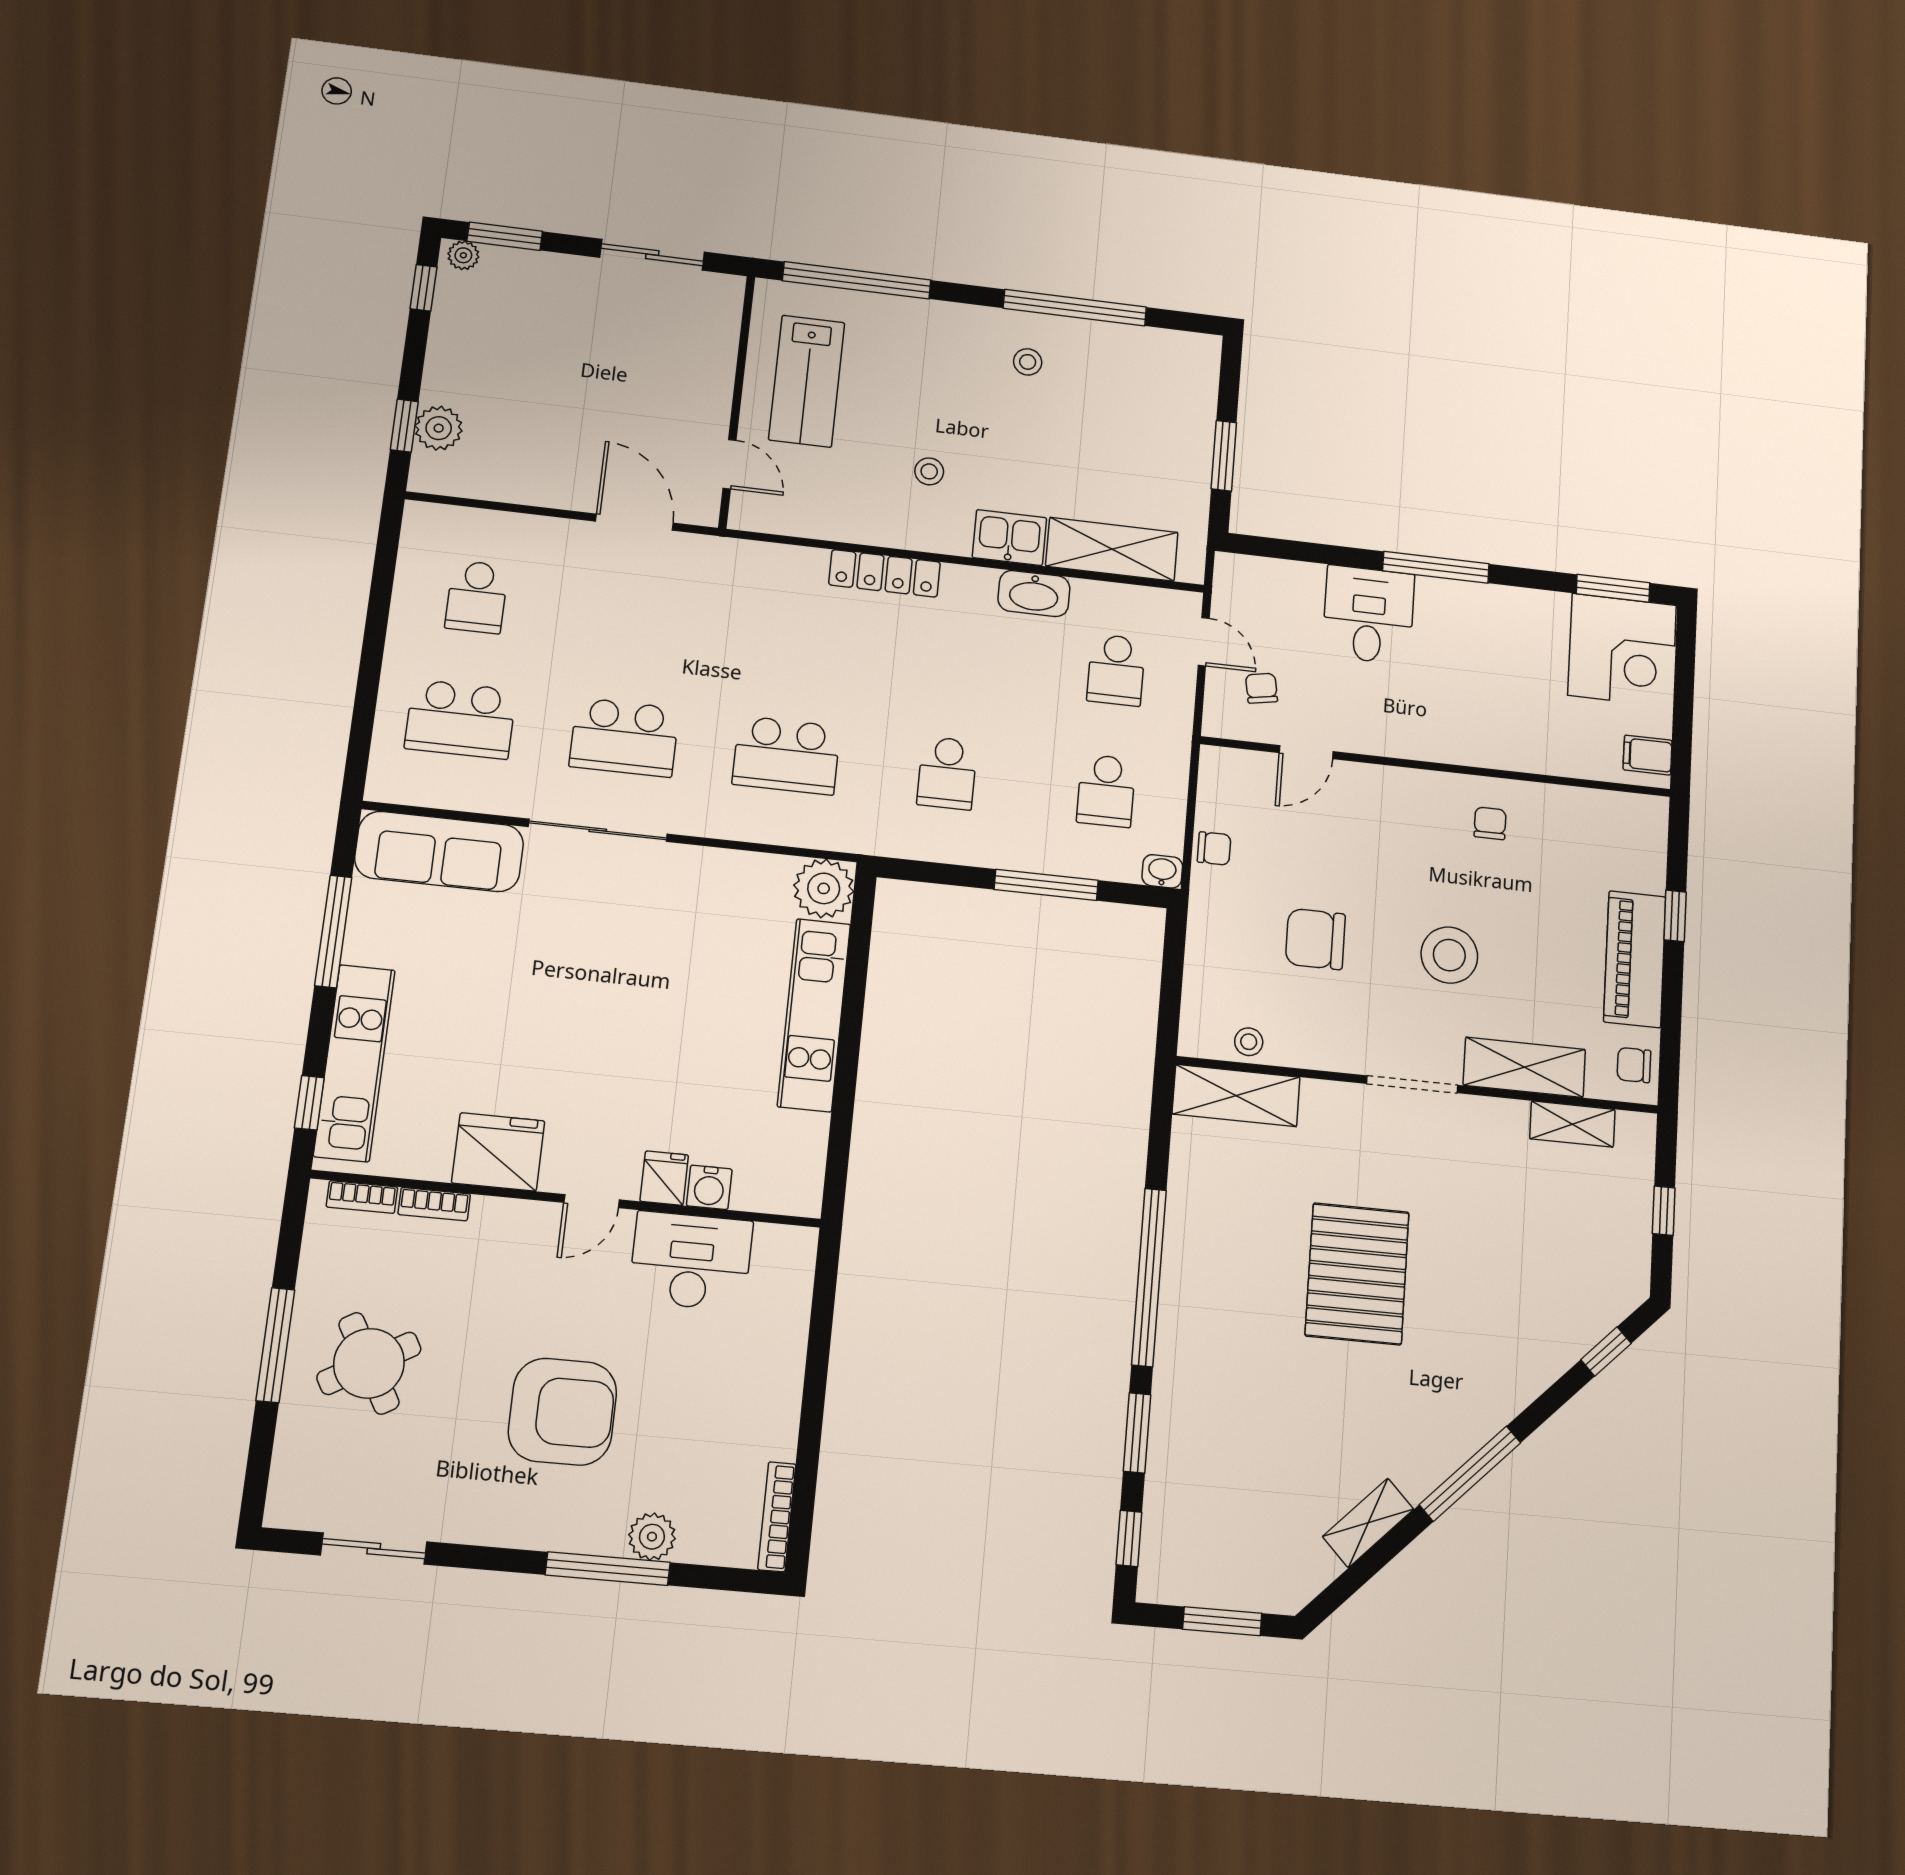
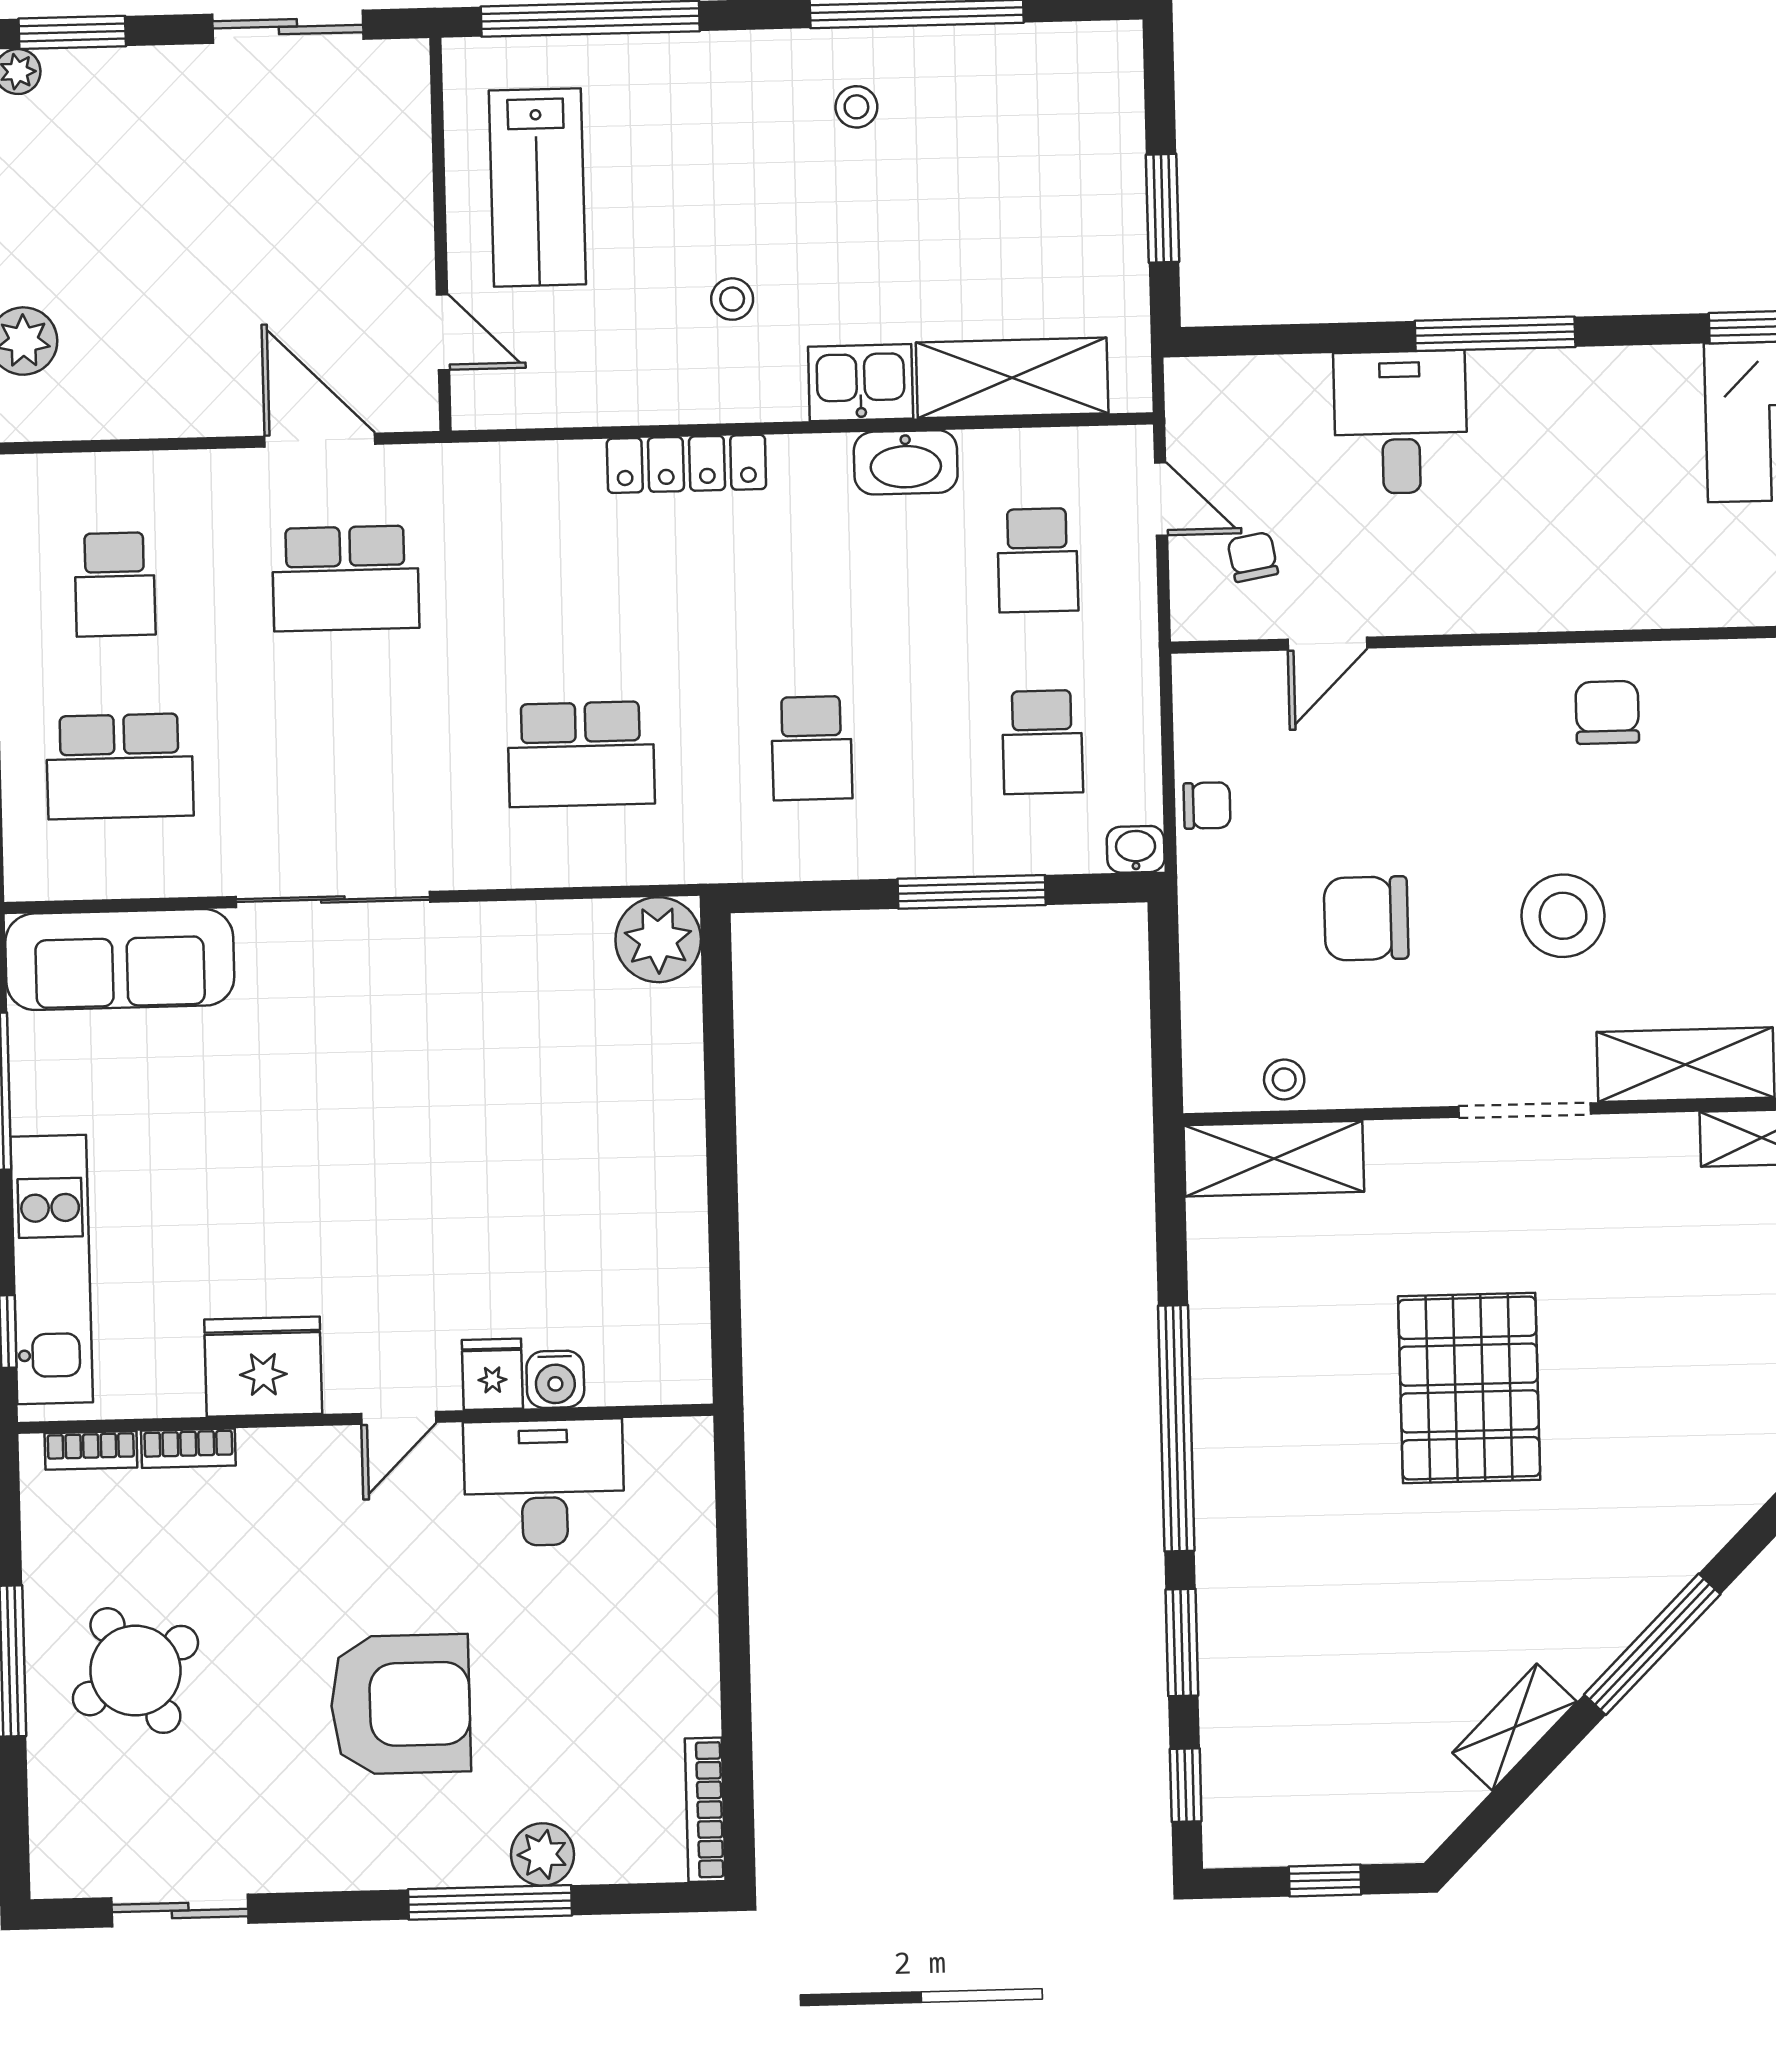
school desk: (624, 737) -> (346, 578), moved
chair: (1490, 823) -> (1607, 712), width x1.37, depth x1.37
kitchen unit: (814, 1015) -> (668, 1121), removed
window: (1222, 1621) -> (1325, 1881), width x0.67

